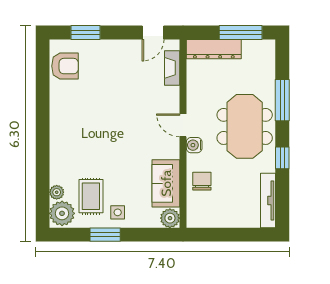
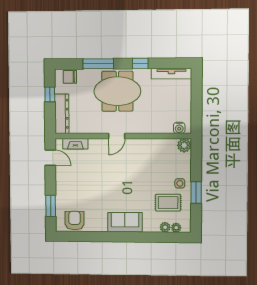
window: (241, 33) -> (50, 94), width x0.46
water cooler: (194, 145) -> (179, 128), moved
chair: (202, 181) -> (70, 77), moved
sofa: (166, 183) -> (125, 222), moved, turned 180
plant: (62, 213) -> (176, 228), width x0.53, depth x0.53

